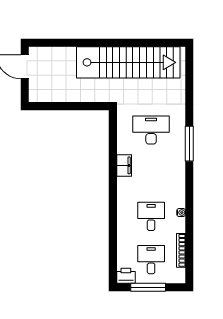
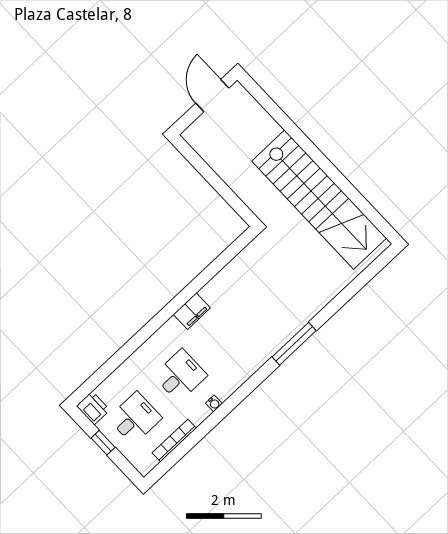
desk: (151, 130) -> (271, 290), removed
filing cabinet: (124, 165) -> (192, 311), moved
window: (148, 287) -> (103, 443), width x0.46

